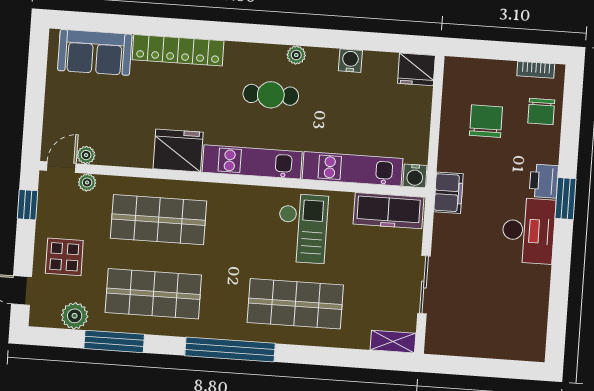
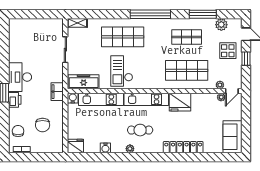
sofa: (95, 52) -> (232, 137), moved, turned -90
window: (28, 205) -> (246, 59), moved
shop shelf: (153, 294) -> (187, 37), width x0.70, depth x0.74

